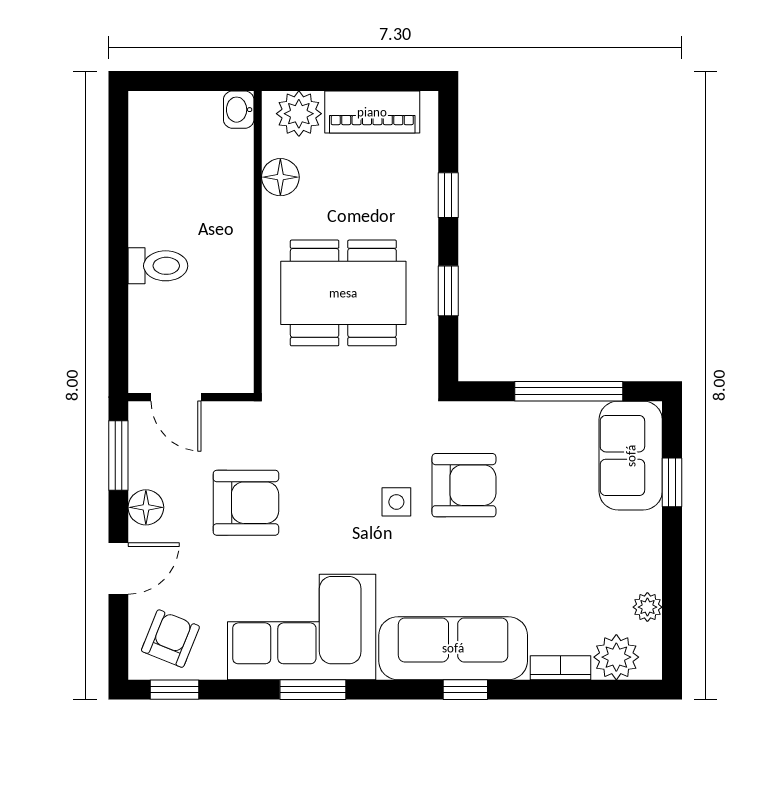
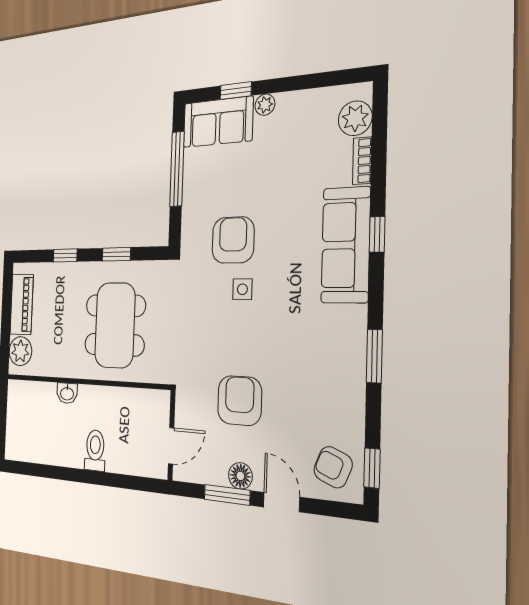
washbasin: (239, 110) -> (67, 393), moved
floor lamp: (280, 177) -> (52, 365), removed
window: (118, 455) -> (227, 495), moved
plant: (647, 607) -> (265, 105), moved
corner sofa: (302, 627) -> (327, 363), removed

